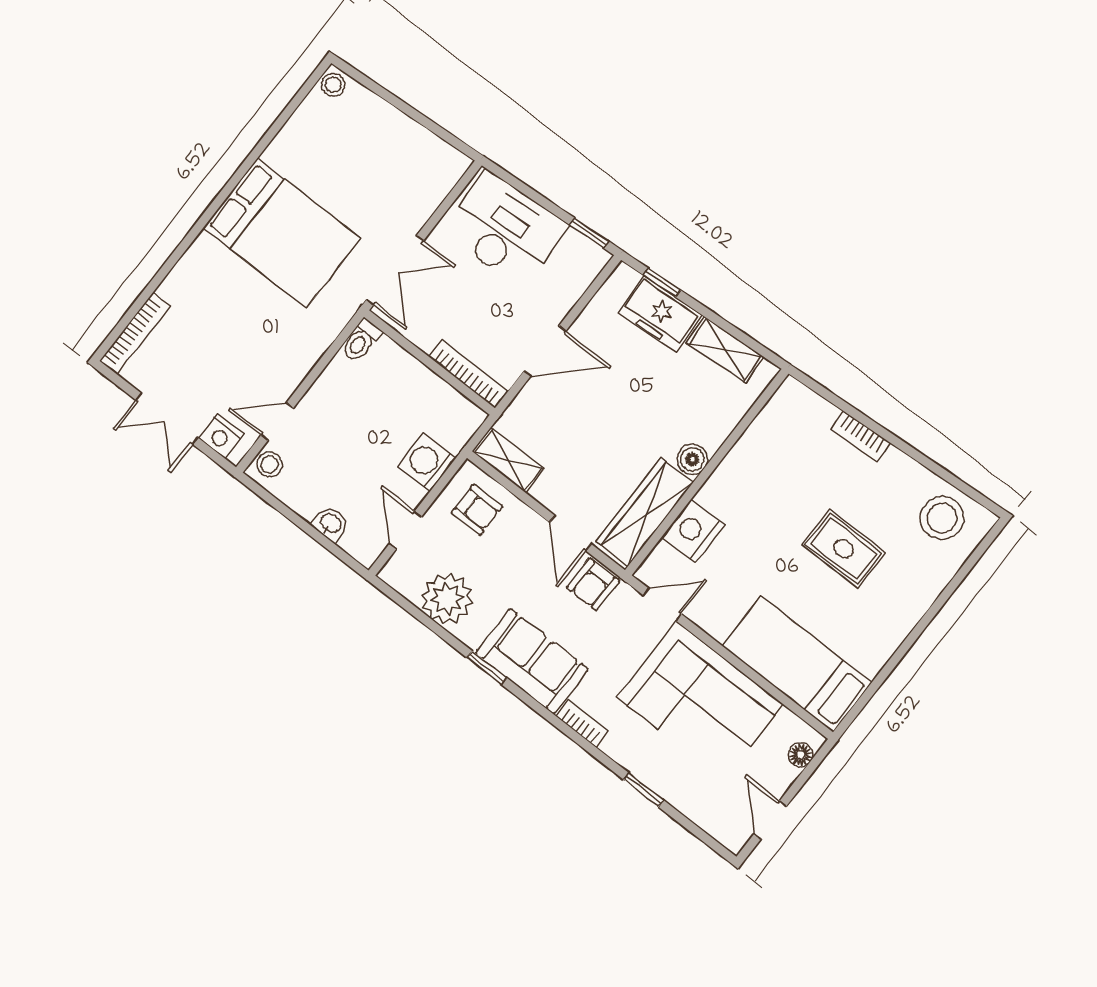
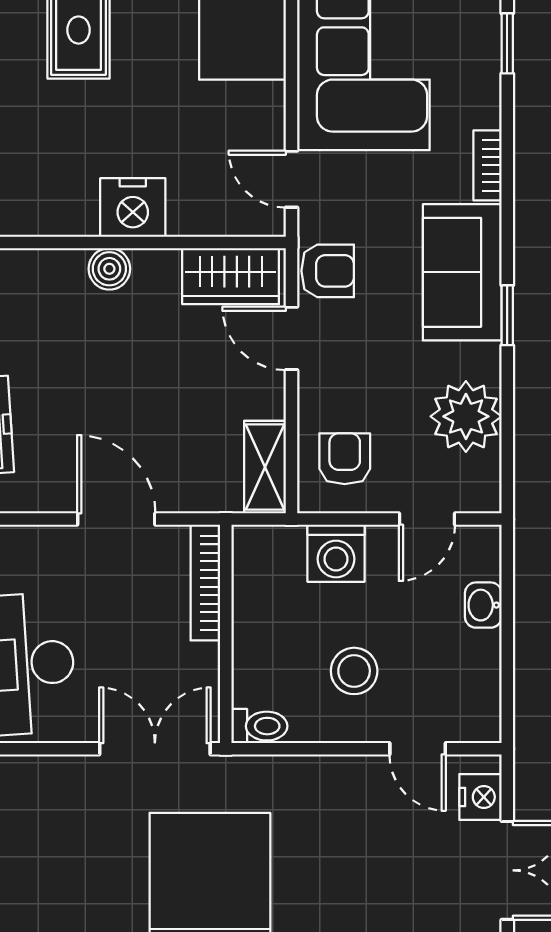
stool: (270, 464) -> (354, 671), moved, width x1.37, depth x1.37
wardrobe: (644, 512) -> (231, 276), width x0.67
nightstand: (693, 531) -> (133, 208), moved
door: (570, 533) -> (291, 338), swing flipped

